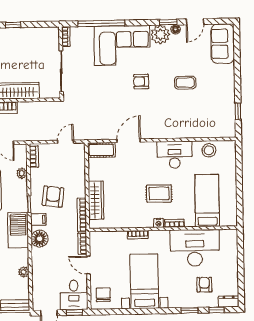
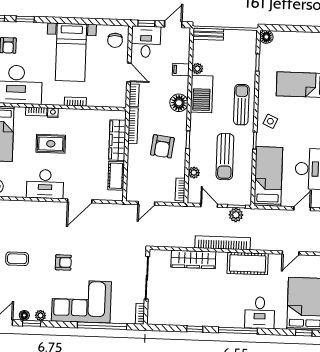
plant: (160, 35) -> (40, 315), width x0.53, depth x0.53
cot: (101, 150) -> (116, 176), moved, turned 90
desk: (175, 155) -> (45, 184), moved
filing cabinet: (38, 219) -> (181, 70), moved
barbecue: (18, 230) -> (202, 94), moved

